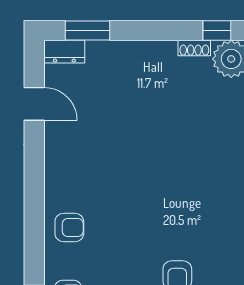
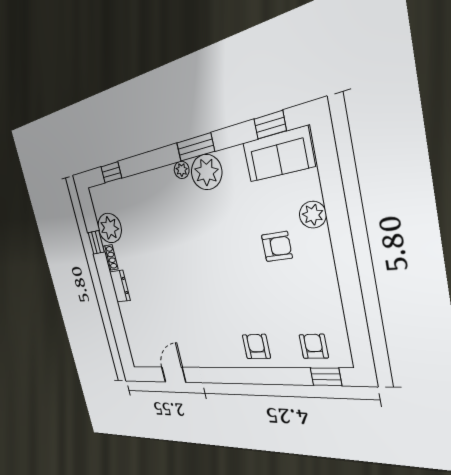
window: (87, 30) -> (120, 337), removed
dresser: (64, 52) -> (120, 286), moved

